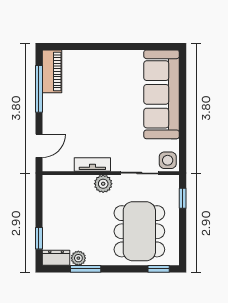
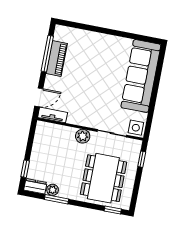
piano: (52, 71) -> (57, 58), moved
tv unit: (92, 164) -> (53, 115), moved

